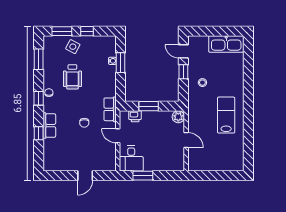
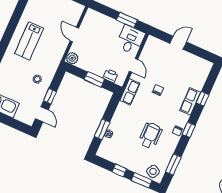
side table: (73, 47) -> (153, 171), moved

